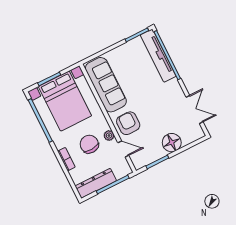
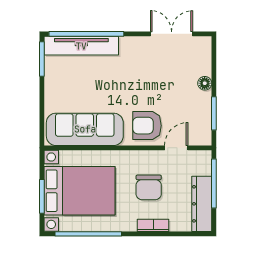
plant: (109, 136) -> (150, 157), removed
floor lamp: (172, 143) -> (205, 83), width x0.53, depth x0.53
chair: (89, 144) -> (149, 187), turned -86

